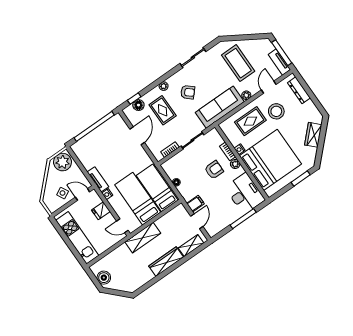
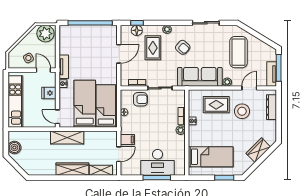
bed: (270, 160) -> (211, 157), width x0.49
armchair: (214, 170) -> (140, 99), moved
desk: (245, 194) -> (158, 162), moved, turned 90

